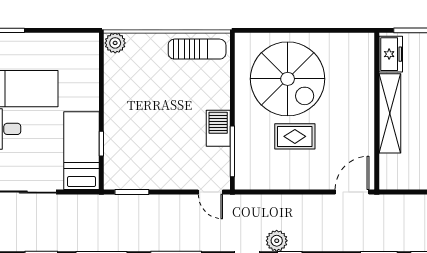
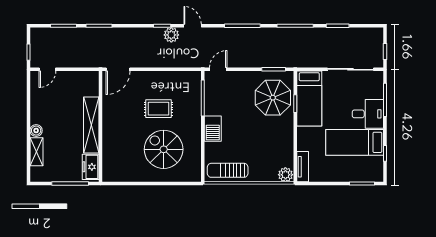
tv unit: (91, 54) -> (303, 167), added
spiral stairs: (288, 79) -> (164, 149), width x0.73, depth x0.73
barbecue: (218, 128) -> (213, 129), moved
parasol: (133, 152) -> (273, 98), added
door: (210, 192) -> (218, 69), hinge flipped

